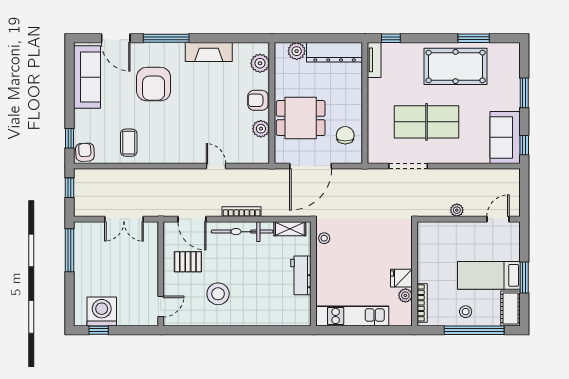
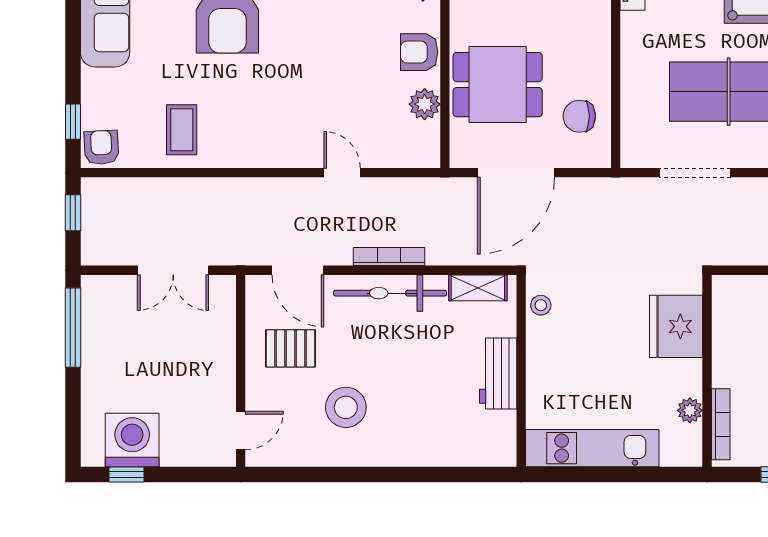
chair: (345, 135) -> (579, 116), turned -90
fridge: (401, 278) -> (676, 326), moved, width x1.88, depth x1.34

